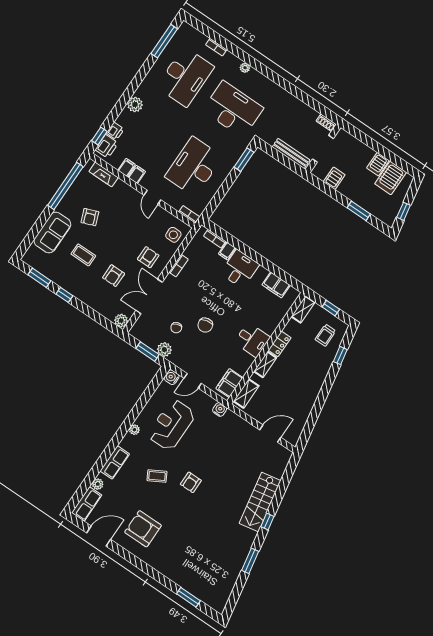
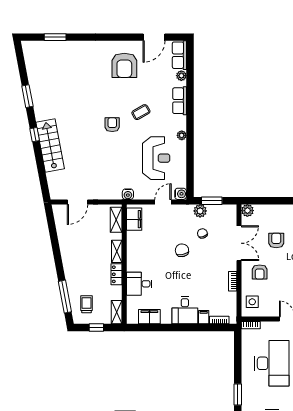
desk: (252, 340) -> (139, 284), moved
window: (340, 356) -> (65, 297), width x2.17
armchair: (143, 529) -> (124, 65), turned 90

